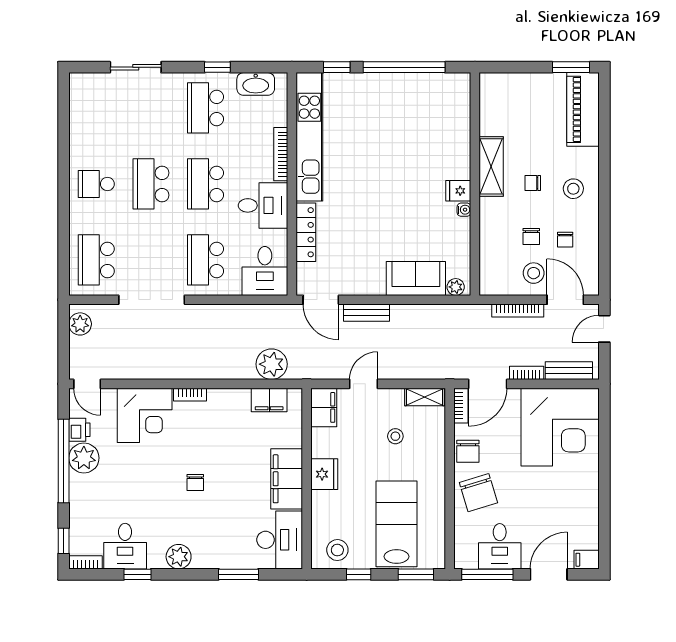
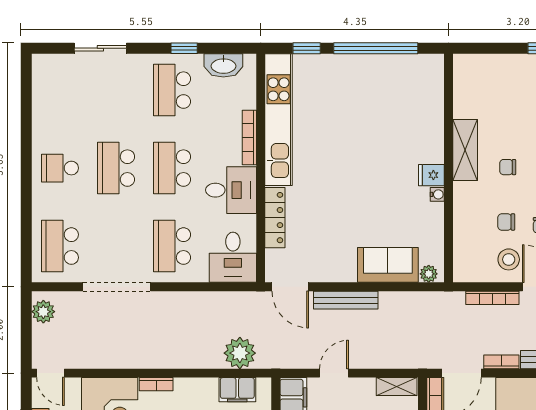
chair: (531, 236) -> (506, 222), turned 90
bench: (366, 313) -> (346, 300), width x1.36

